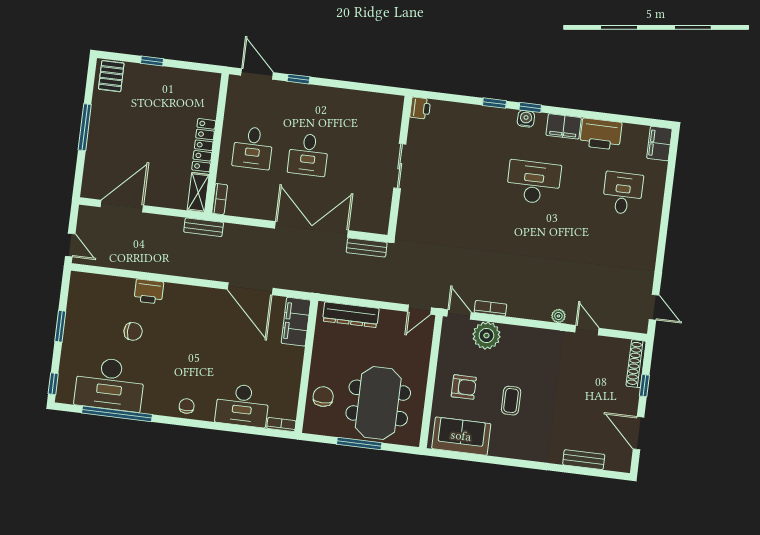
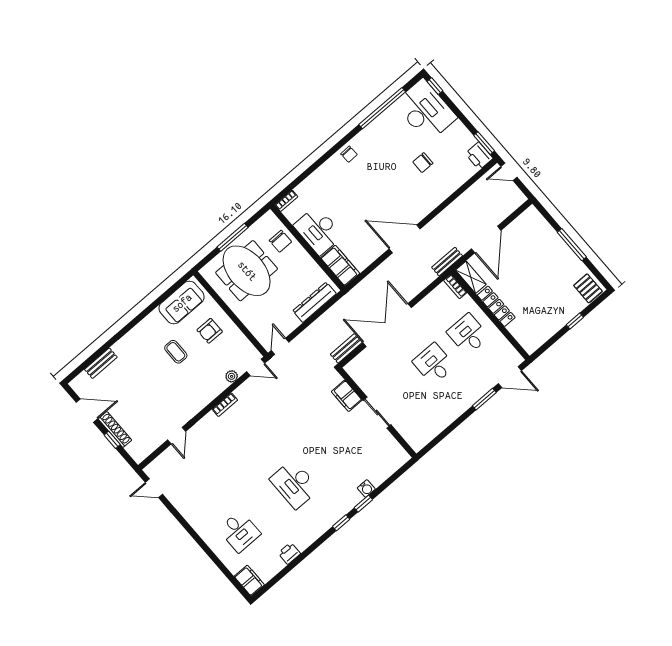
window: (299, 79) -> (484, 399), width x1.50
printer: (420, 108) -> (401, 456), removed
water cooler: (526, 119) -> (366, 488), moved
filing cabinet: (564, 126) -> (347, 396), moved, turned -90
printer: (601, 134) -> (289, 553), width x0.53, depth x0.68
desk: (534, 182) -> (294, 484), turned 90
door: (122, 206) -> (486, 240), moved
double door: (311, 229) -> (387, 325), swing flipped
door: (250, 289) -> (405, 239), moved
printer: (149, 292) -> (479, 156), moved, turned -90
bookcase: (490, 308) -> (225, 405), moved
plant: (558, 316) -> (201, 426), removed
window: (60, 326) -> (484, 143), moved
door: (587, 330) -> (177, 436), hinge flipped
plant: (486, 336) -> (232, 376), width x0.53, depth x0.53
shoe rack: (636, 364) -> (115, 430), moved
desk: (110, 384) -> (425, 111), moved, turned 90
desk: (242, 405) -> (318, 230), moved, turned -90

